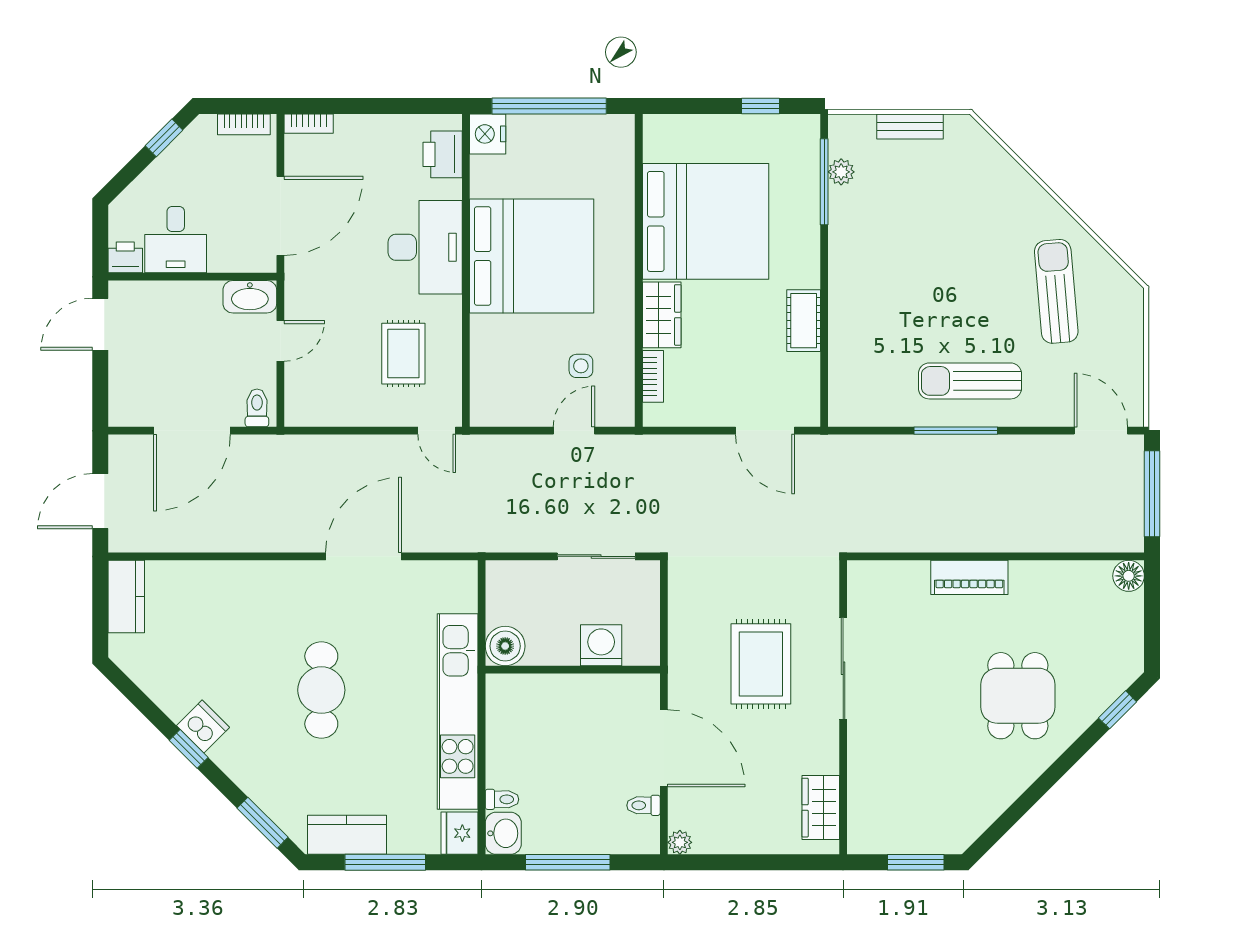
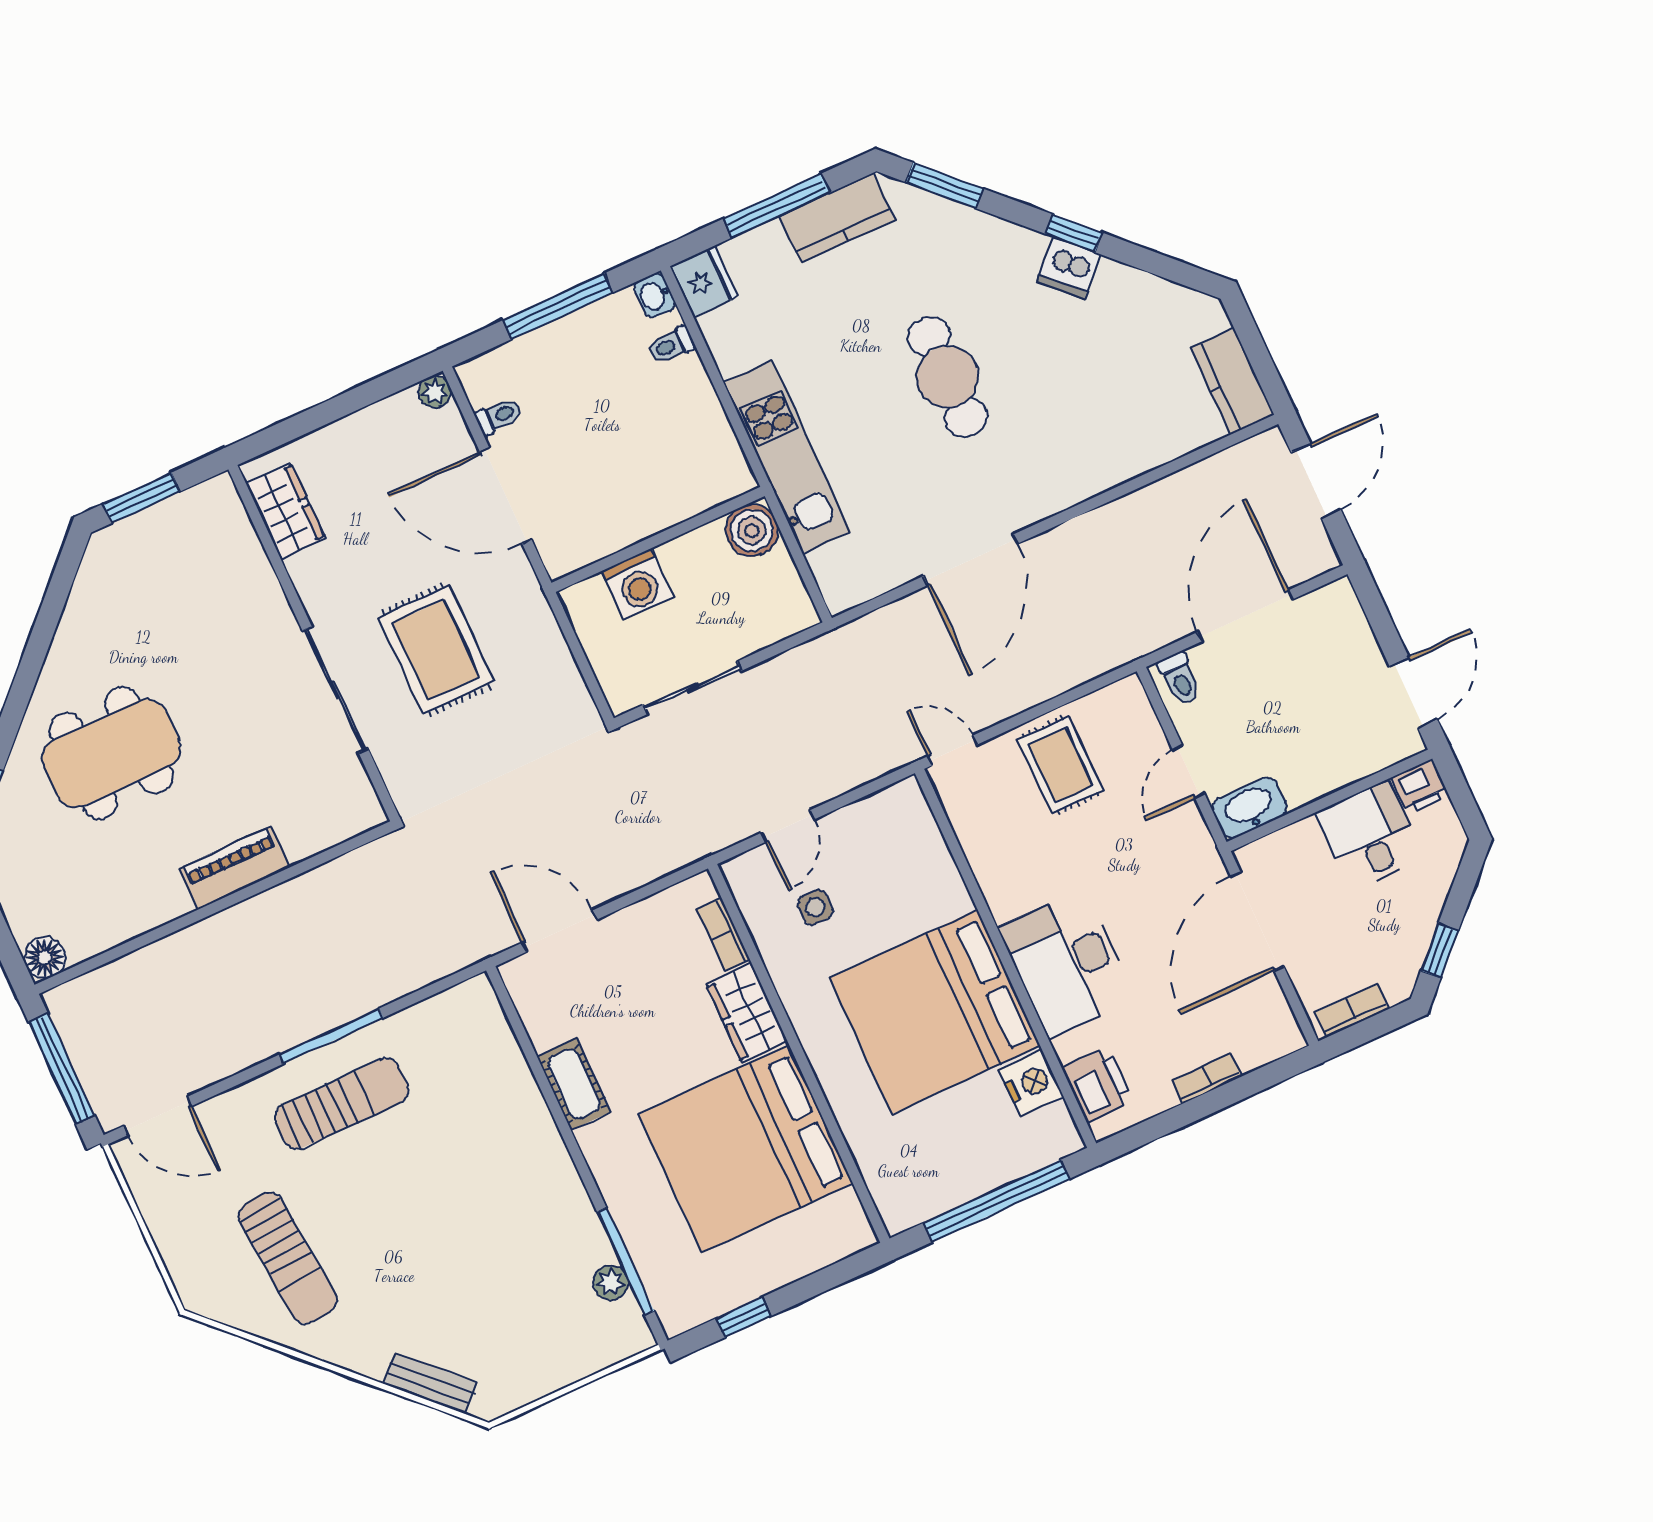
bookcase: (309, 124) -> (1207, 1078), moved
bench: (910, 126) -> (430, 1383), moved, turned 45
nightstand: (488, 134) -> (1031, 1083), moved
rug: (403, 354) -> (1061, 765), moved
dining table: (1018, 696) -> (111, 753), width x1.38
kitchen unit: (458, 711) -> (787, 457), width x0.73
washbasin: (503, 833) -> (654, 295), width x0.72, depth x0.69

